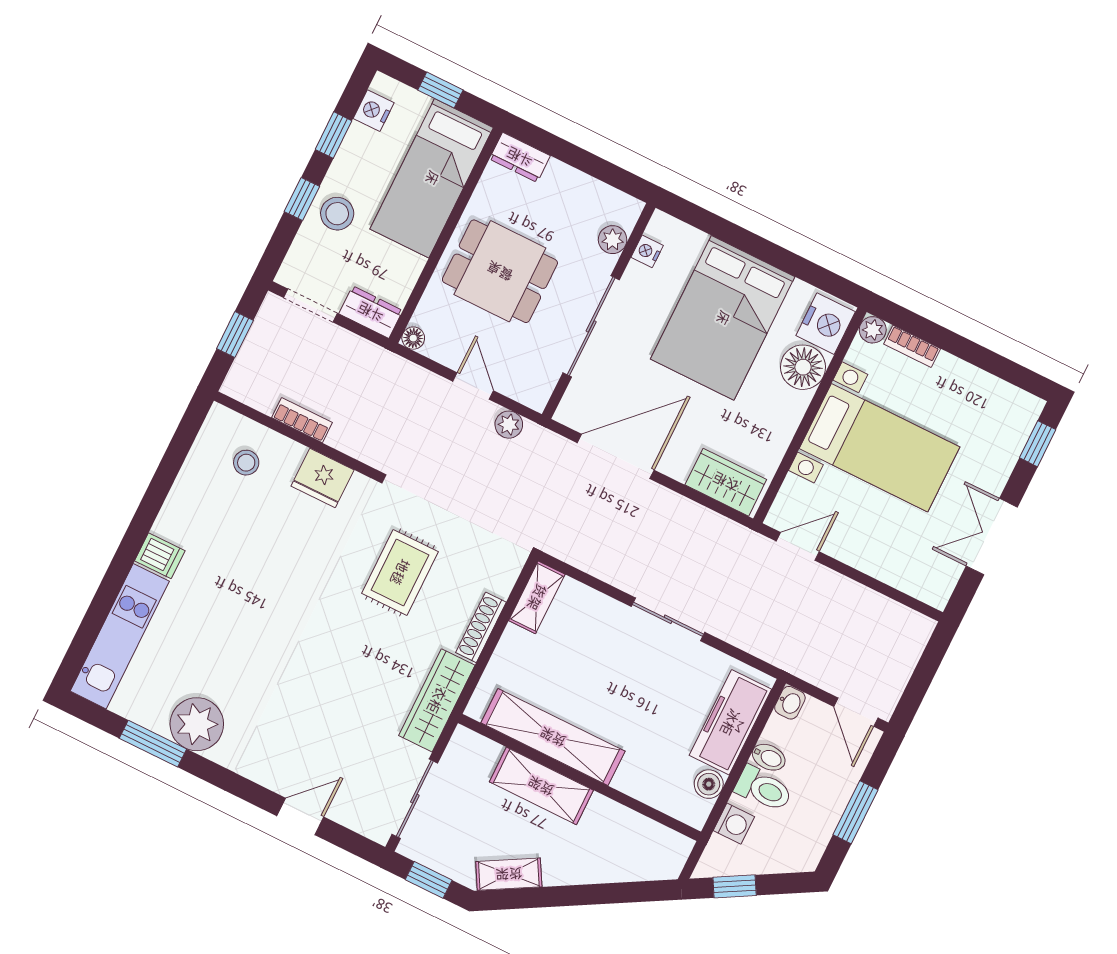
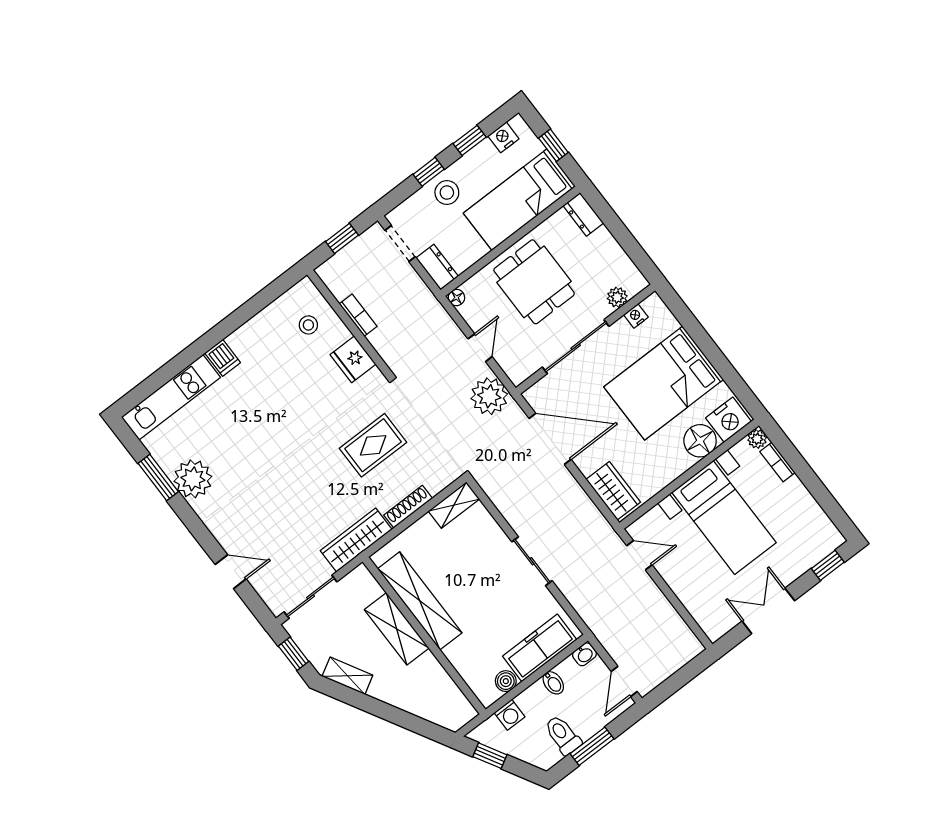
plant: (509, 425) -> (489, 396), width x1.88, depth x1.88
toilet: (764, 789) -> (563, 735), moved, turned 180

